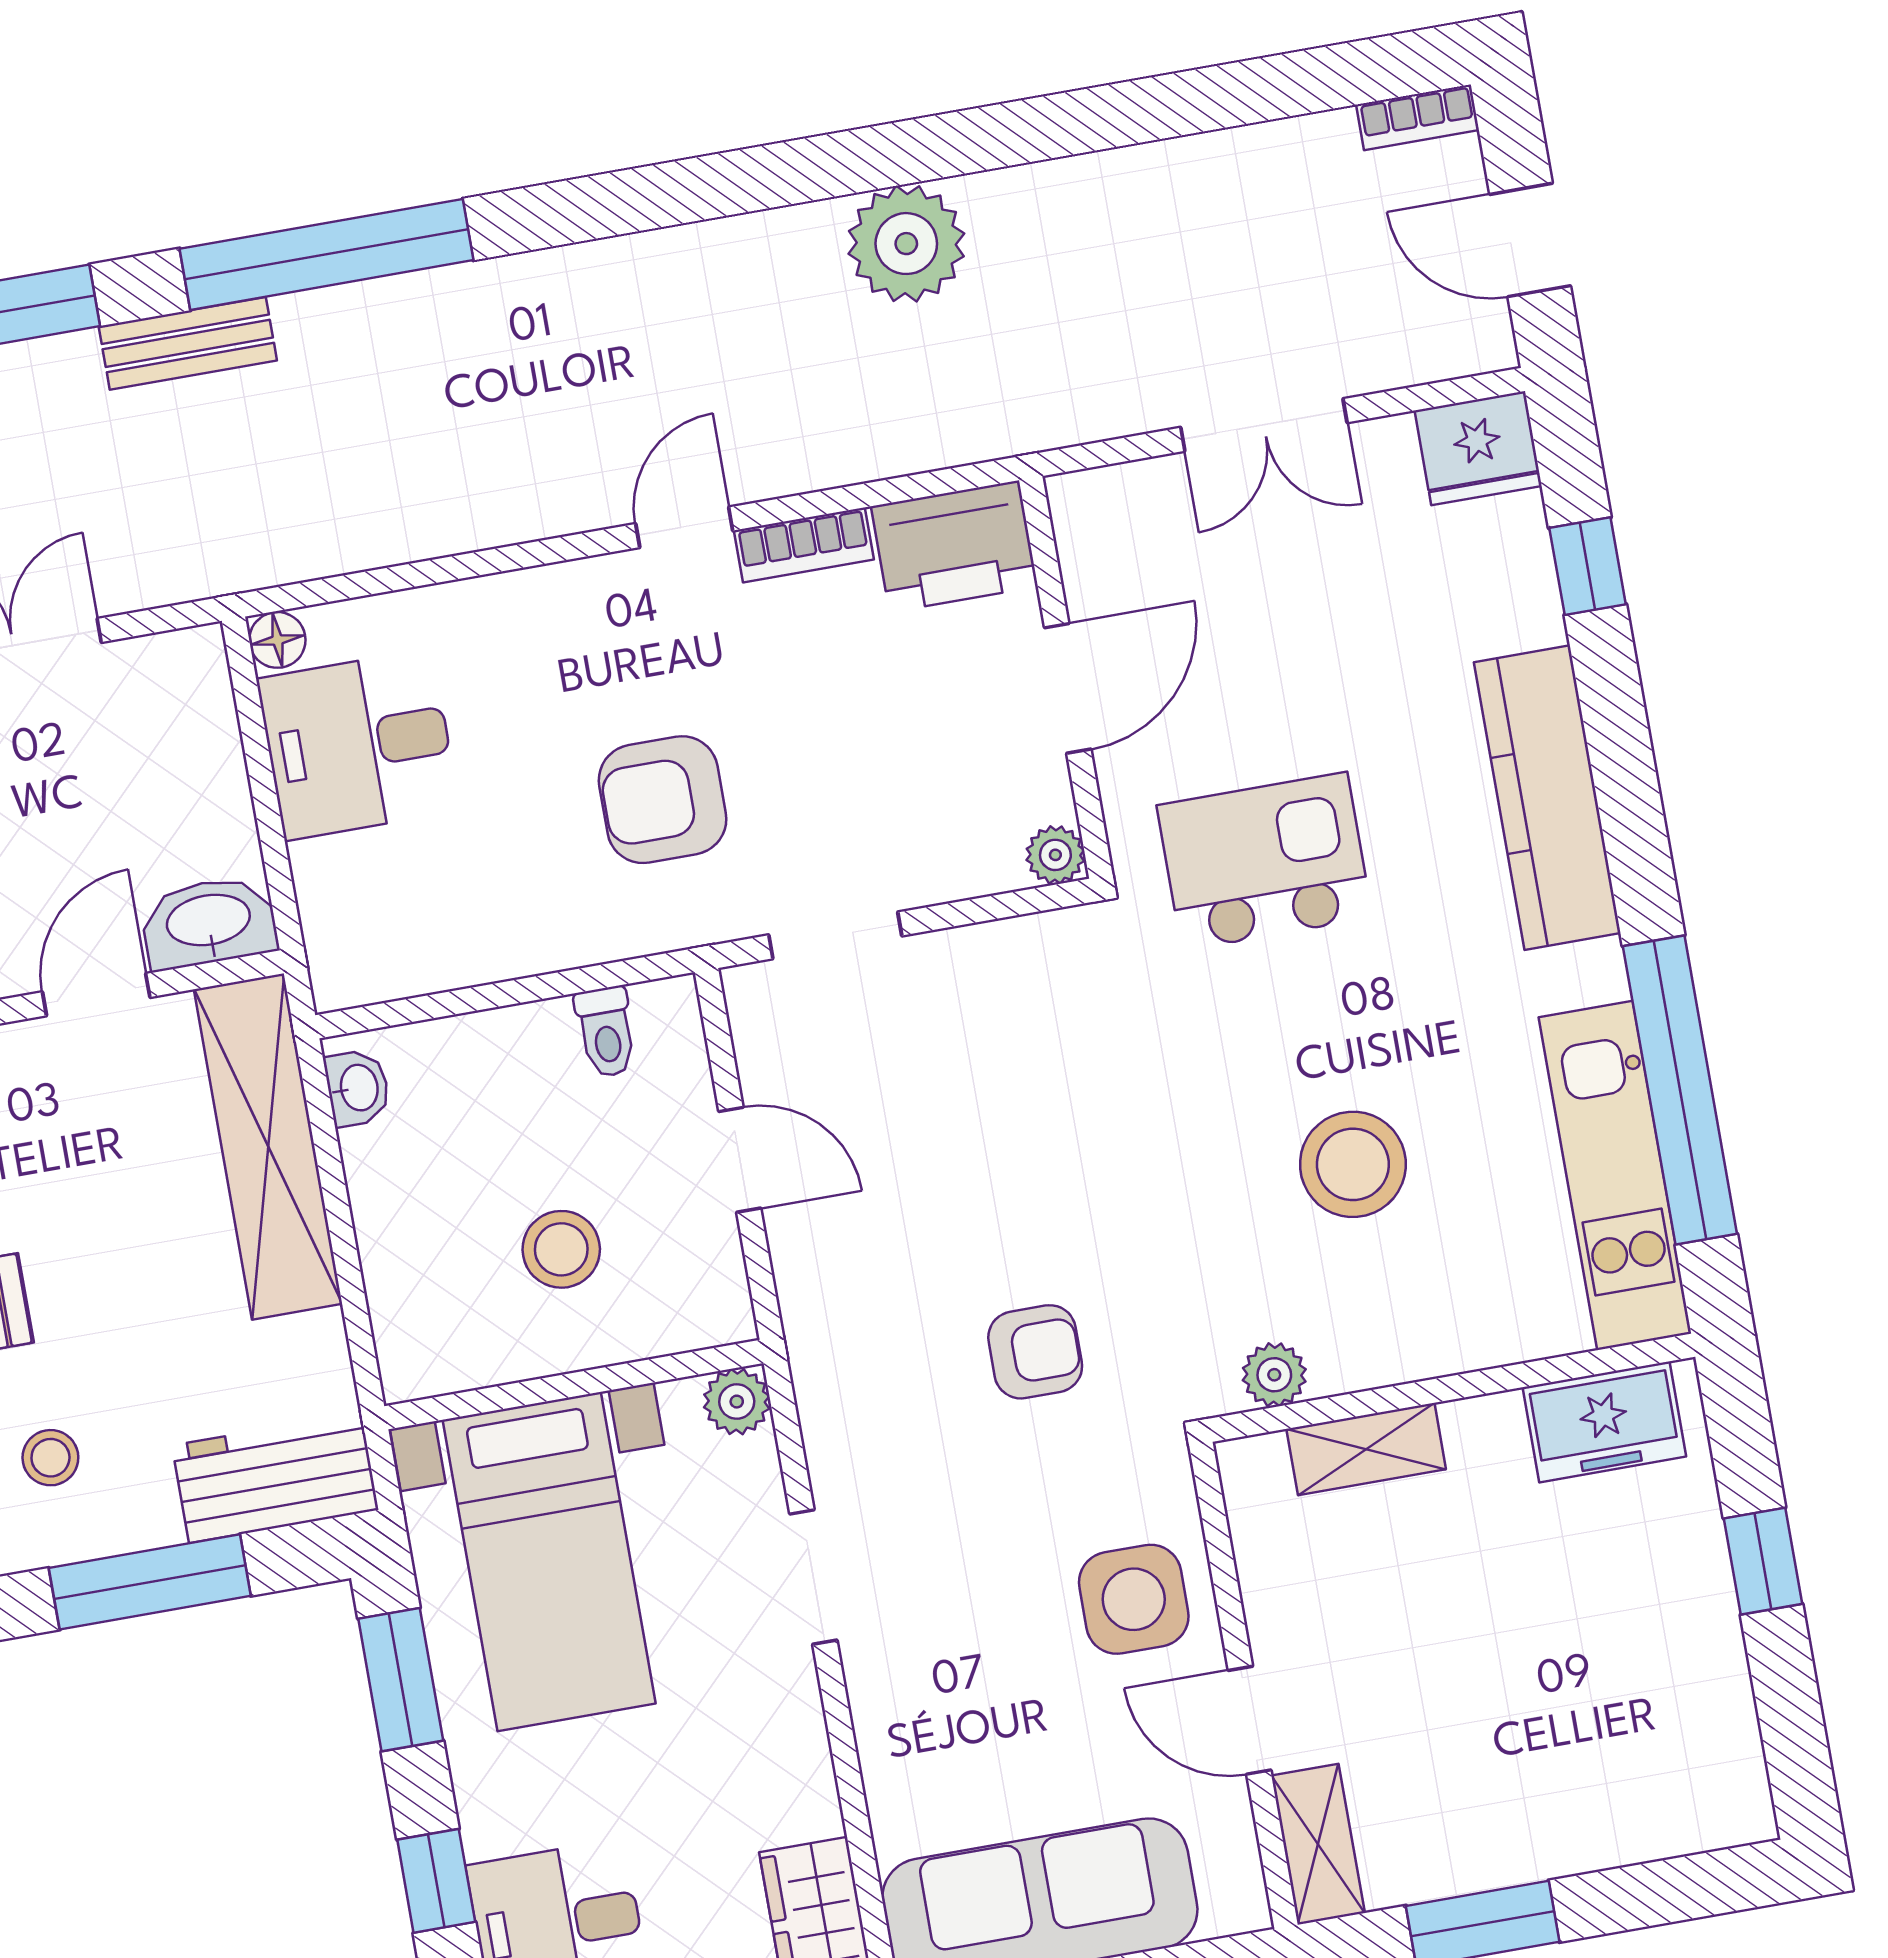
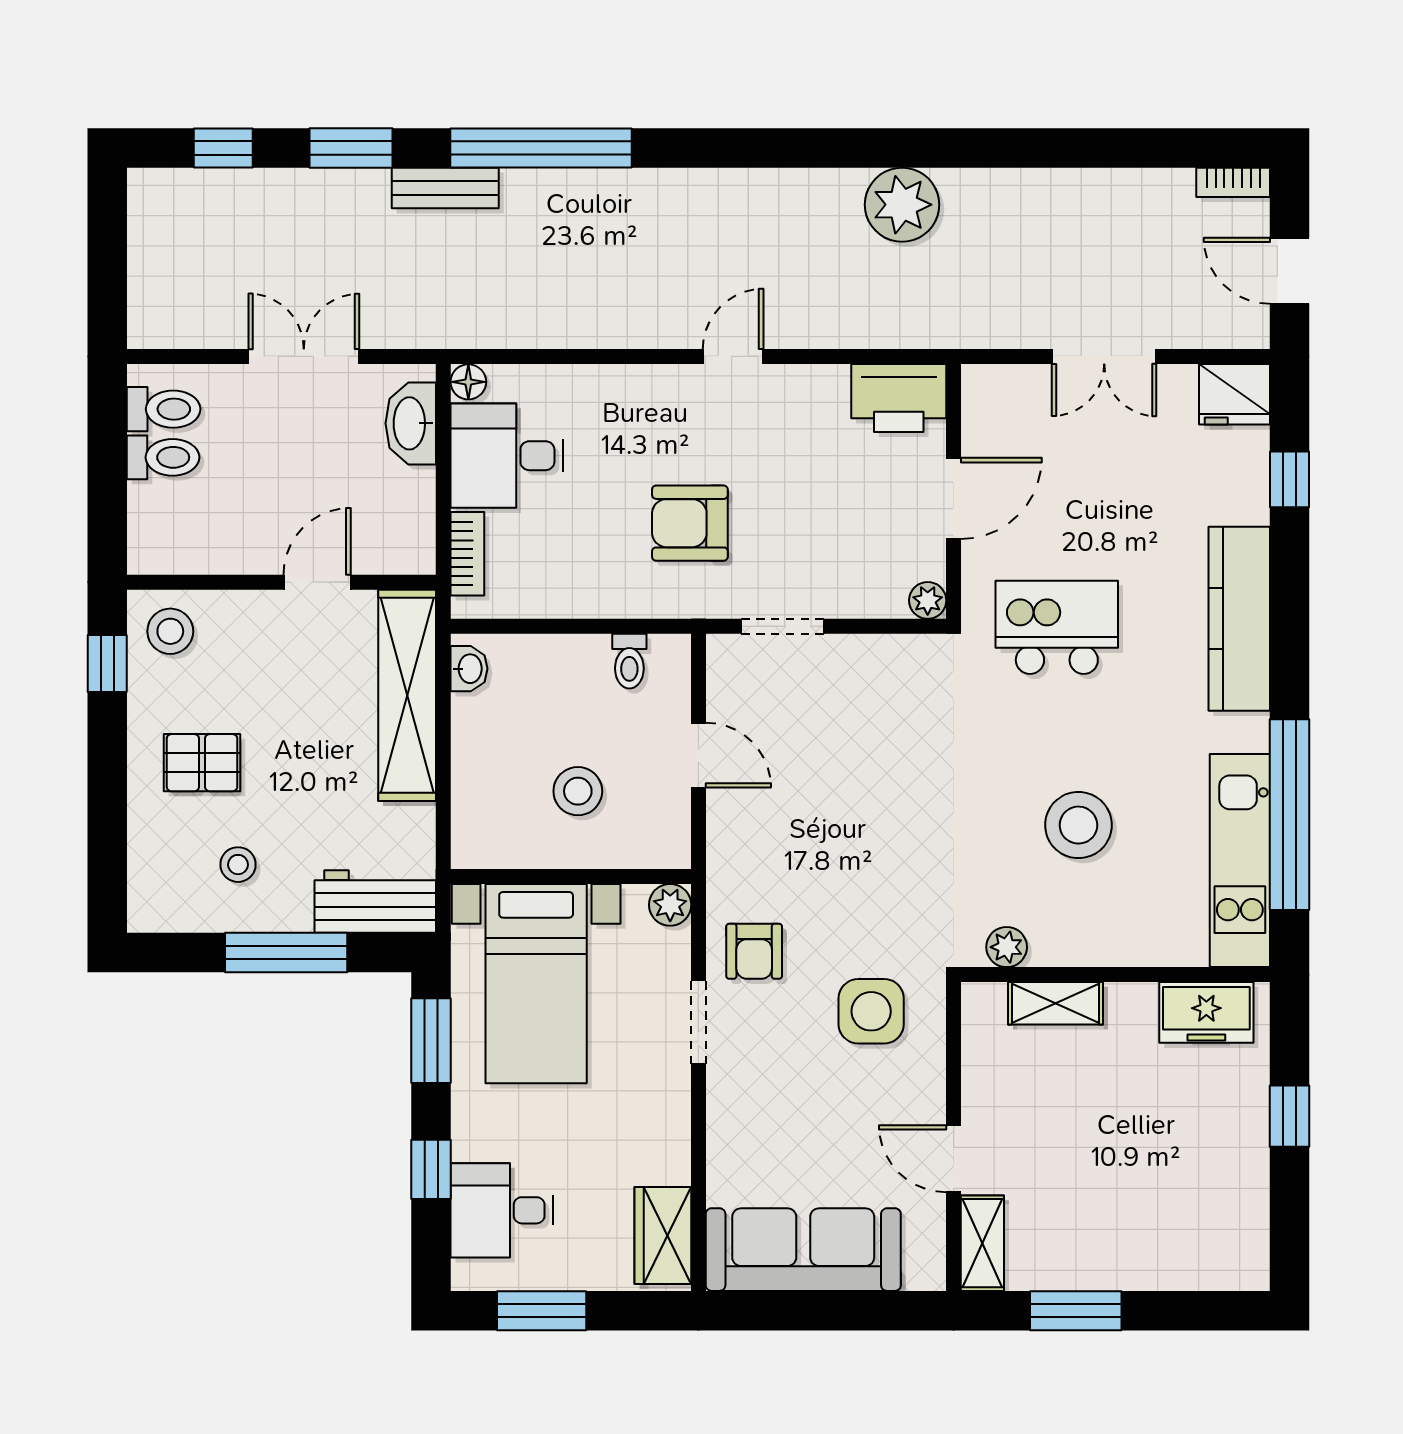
bookcase: (804, 545) -> (467, 554), moved, turned -90
washbasin: (209, 922) -> (411, 423), moved, turned -90
armchair: (1035, 1352) -> (754, 951), moved, turned 90
side table: (1134, 1599) -> (871, 1011), moved

